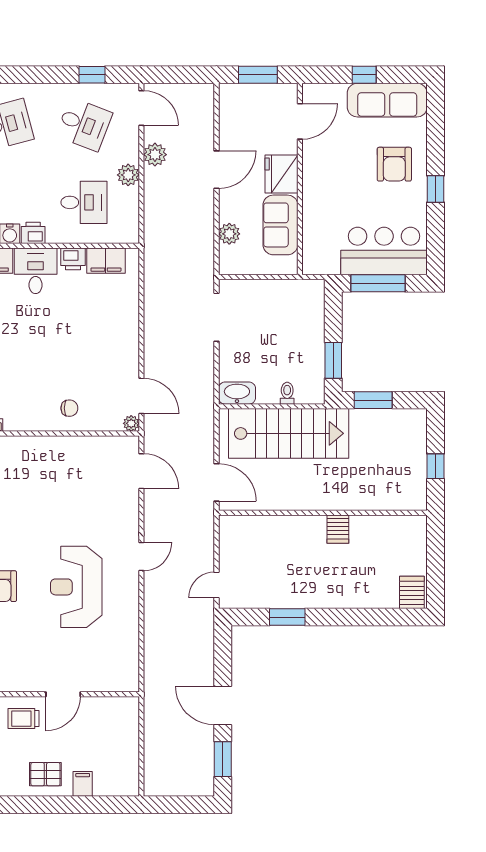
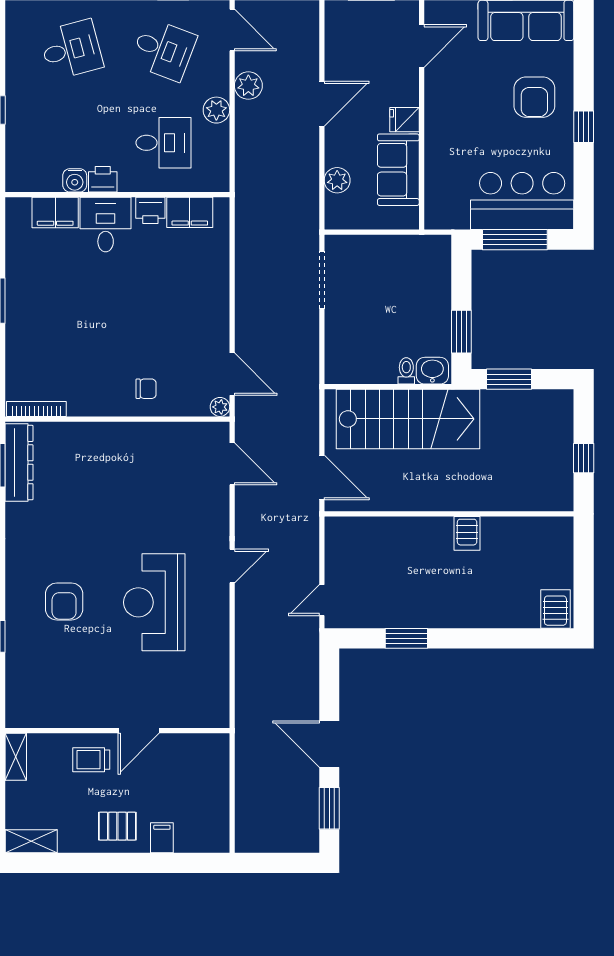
fridge: (281, 174) -> (404, 120), width x0.53, depth x0.75
washbasin: (237, 393) -> (432, 371), moved, width x0.72

